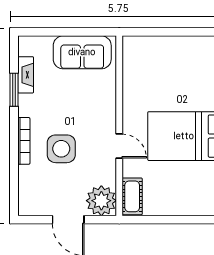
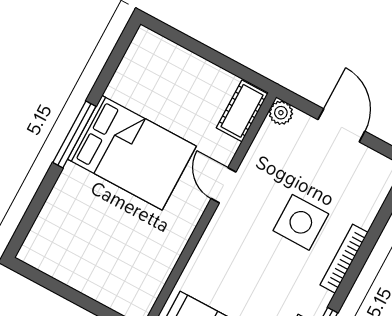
plant: (101, 201) -> (281, 113), width x0.53, depth x0.53

